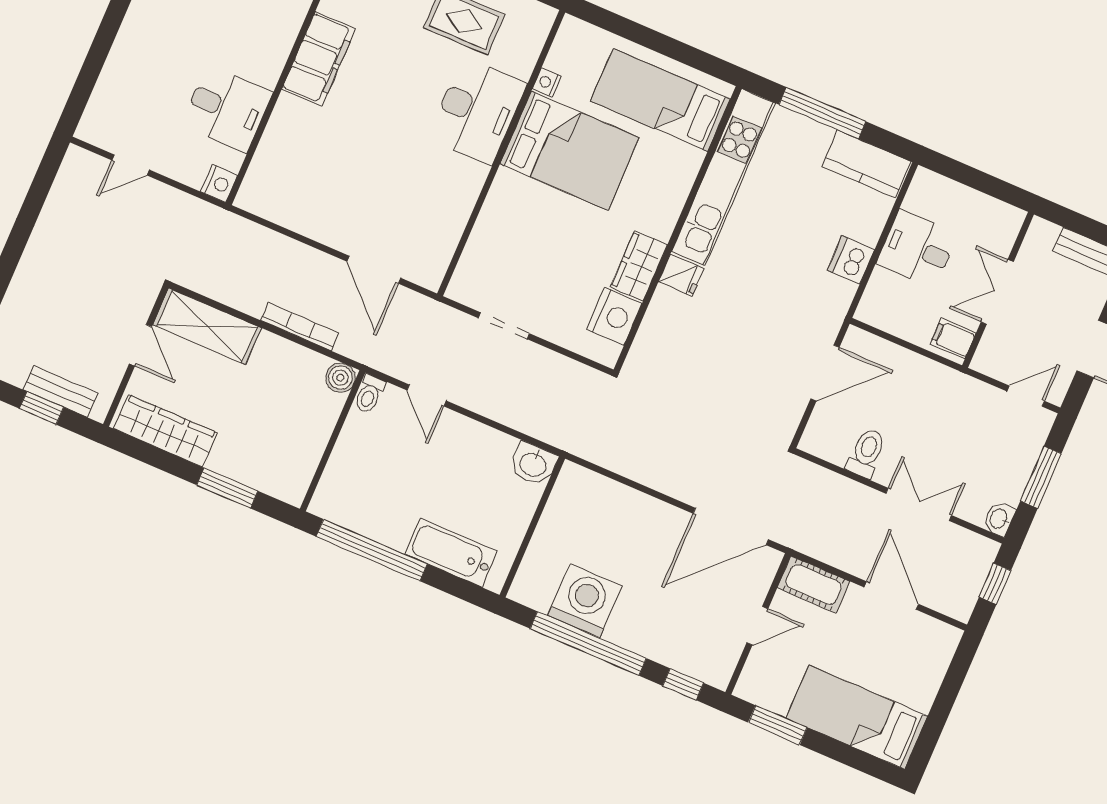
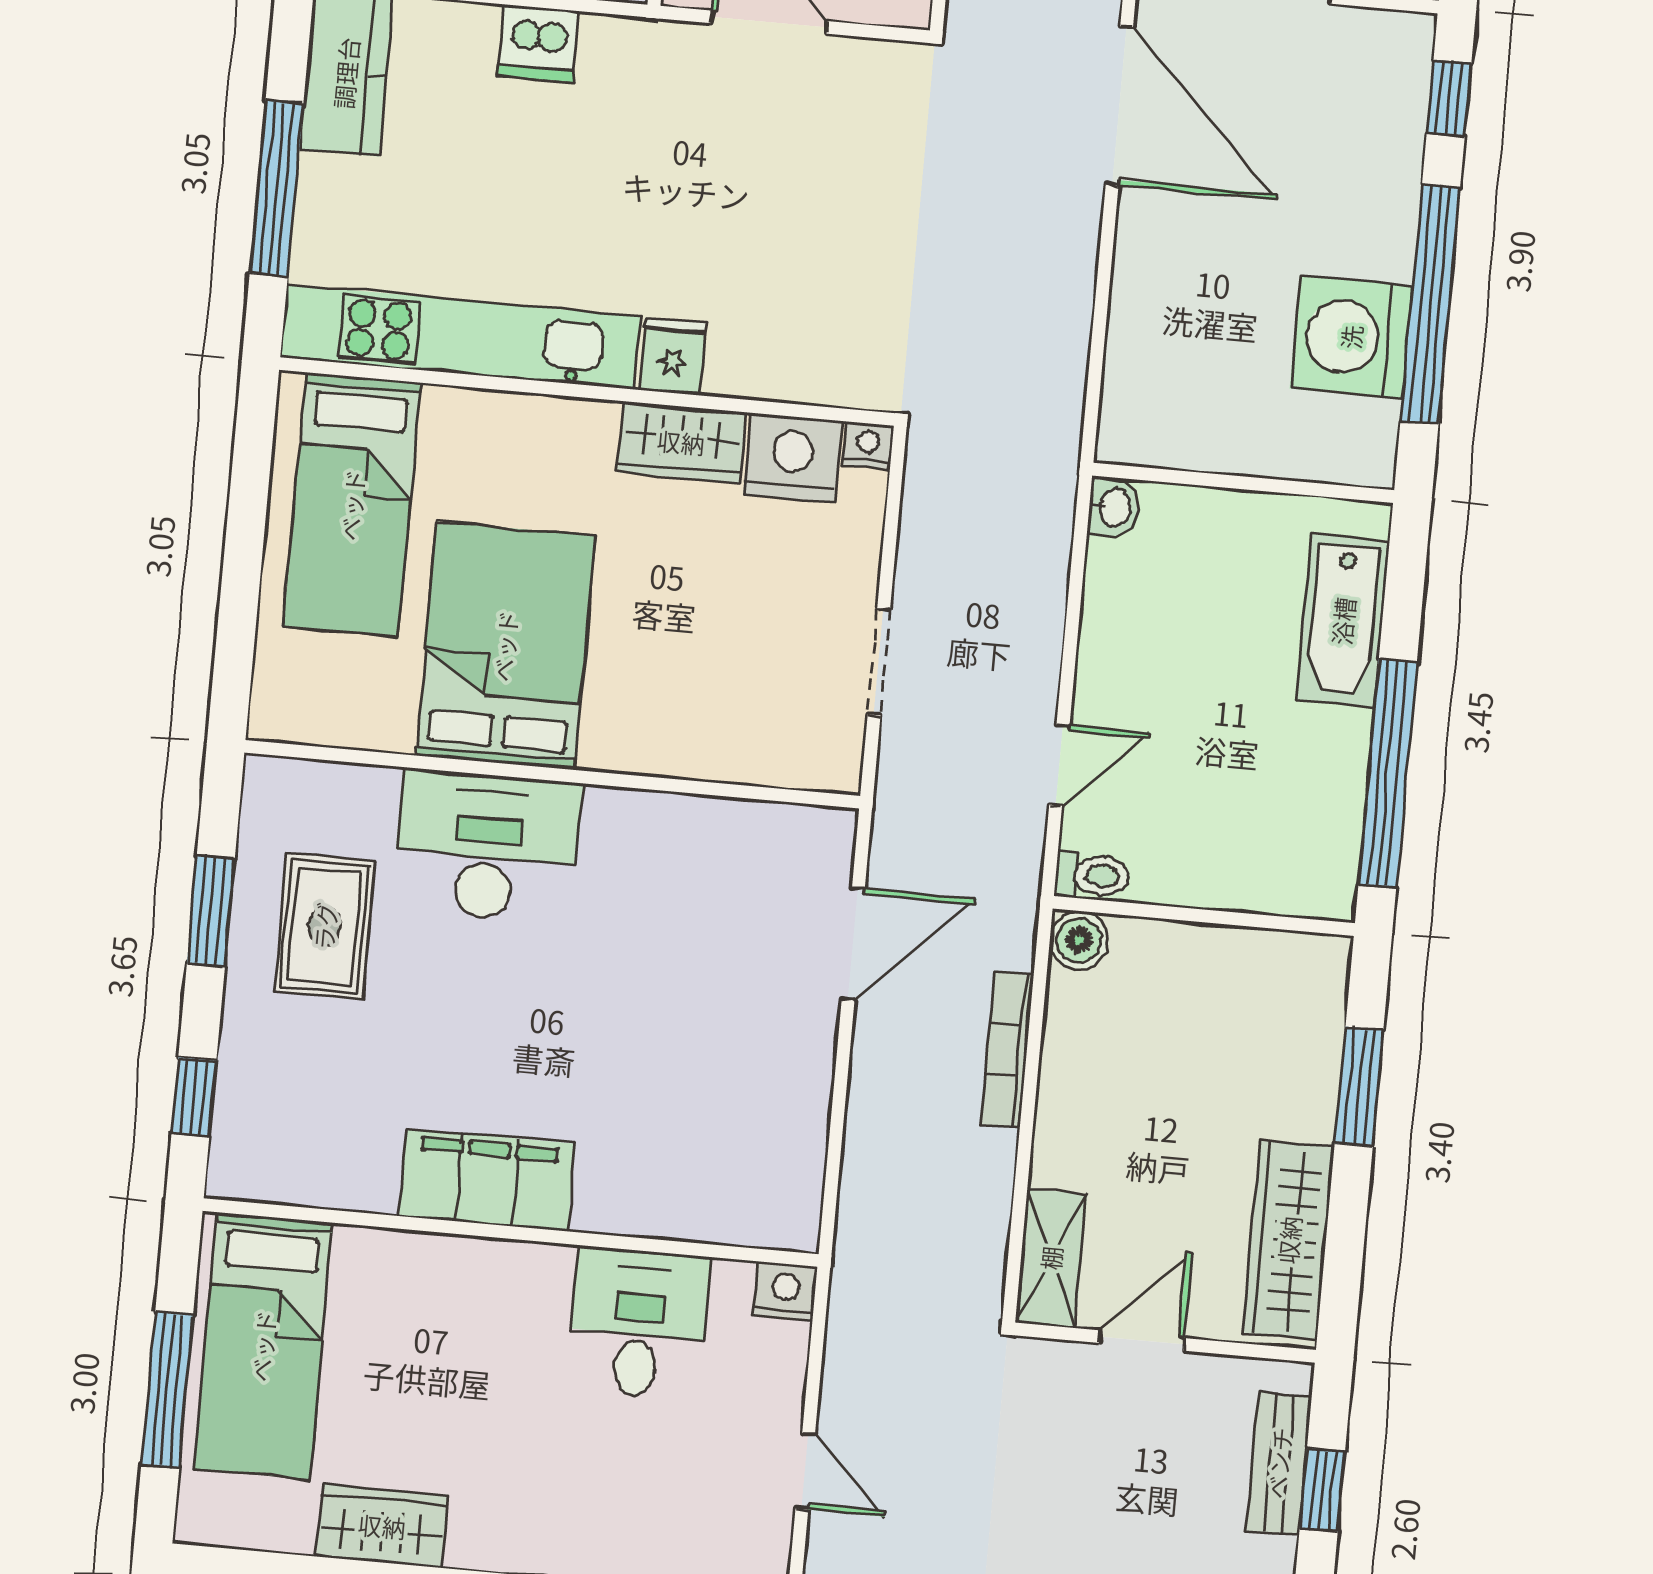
nightstand: (547, 82) -> (868, 445), moved, turned 180
shelving: (207, 326) -> (1051, 1258), width x0.67, depth x0.75
washbasin: (533, 464) -> (1114, 508), width x0.72, depth x0.69

